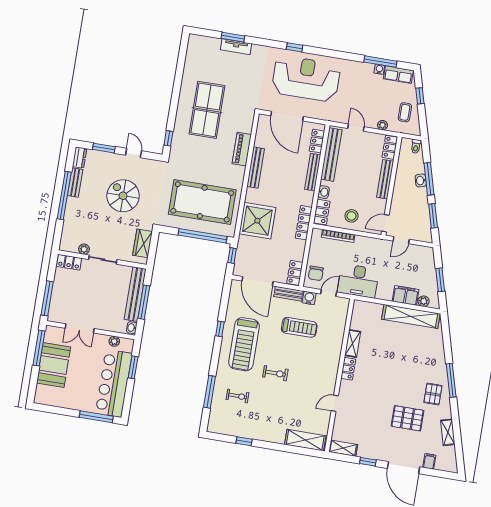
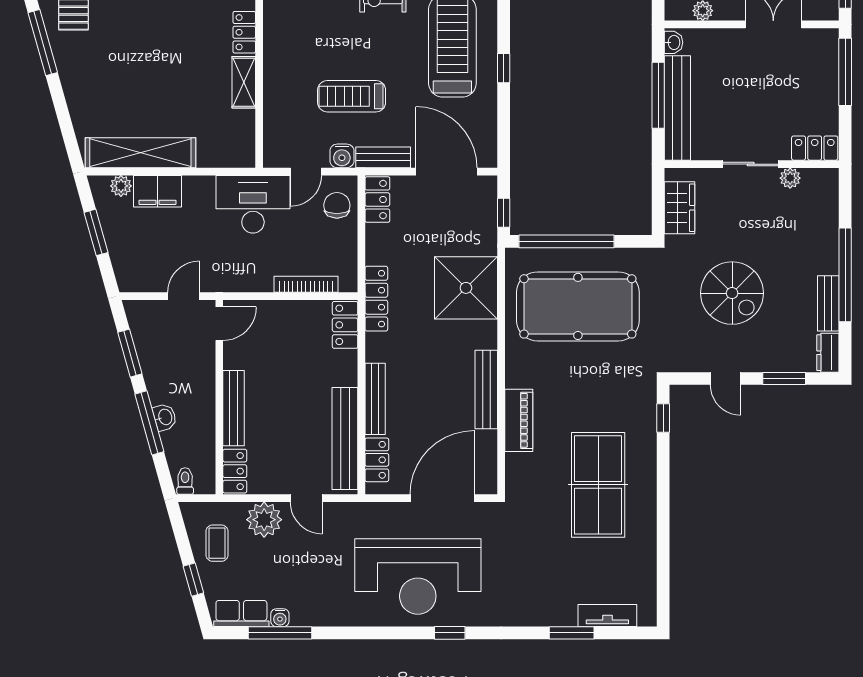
tv unit: (236, 47) -> (607, 615), moved
door: (287, 116) -> (442, 498), hinge flipped
plant: (383, 125) -> (264, 520), width x1.88, depth x1.88
washbasin: (324, 192) -> (348, 364), removed
stool: (351, 216) -> (287, 327), removed

